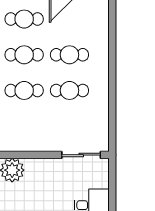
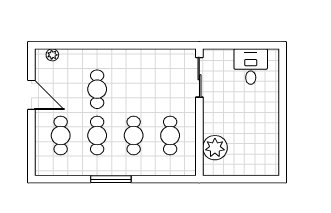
plant: (103, 11) -> (52, 55), added
cafe table: (69, 90) -> (170, 135), moved

